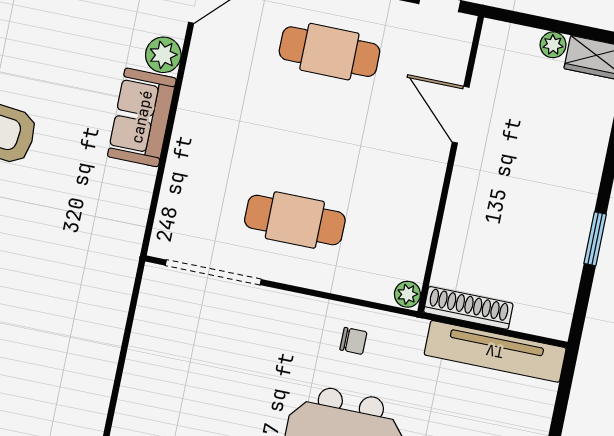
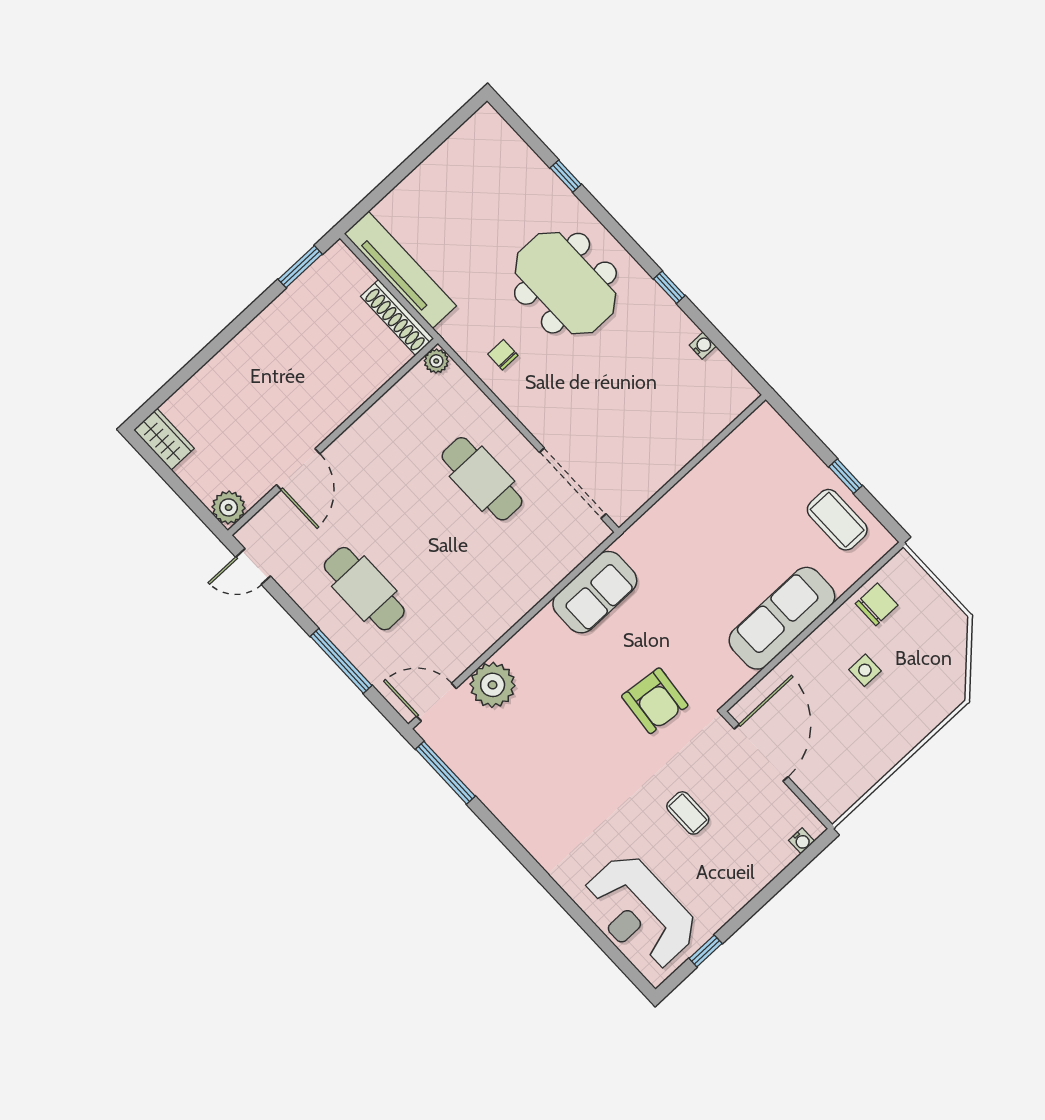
plant: (553, 45) -> (229, 507), moved, width x1.38, depth x1.38
plant: (163, 55) -> (493, 685), width x1.36, depth x1.36
sofa: (142, 117) -> (595, 592), moved
window: (595, 239) -> (300, 267), moved

